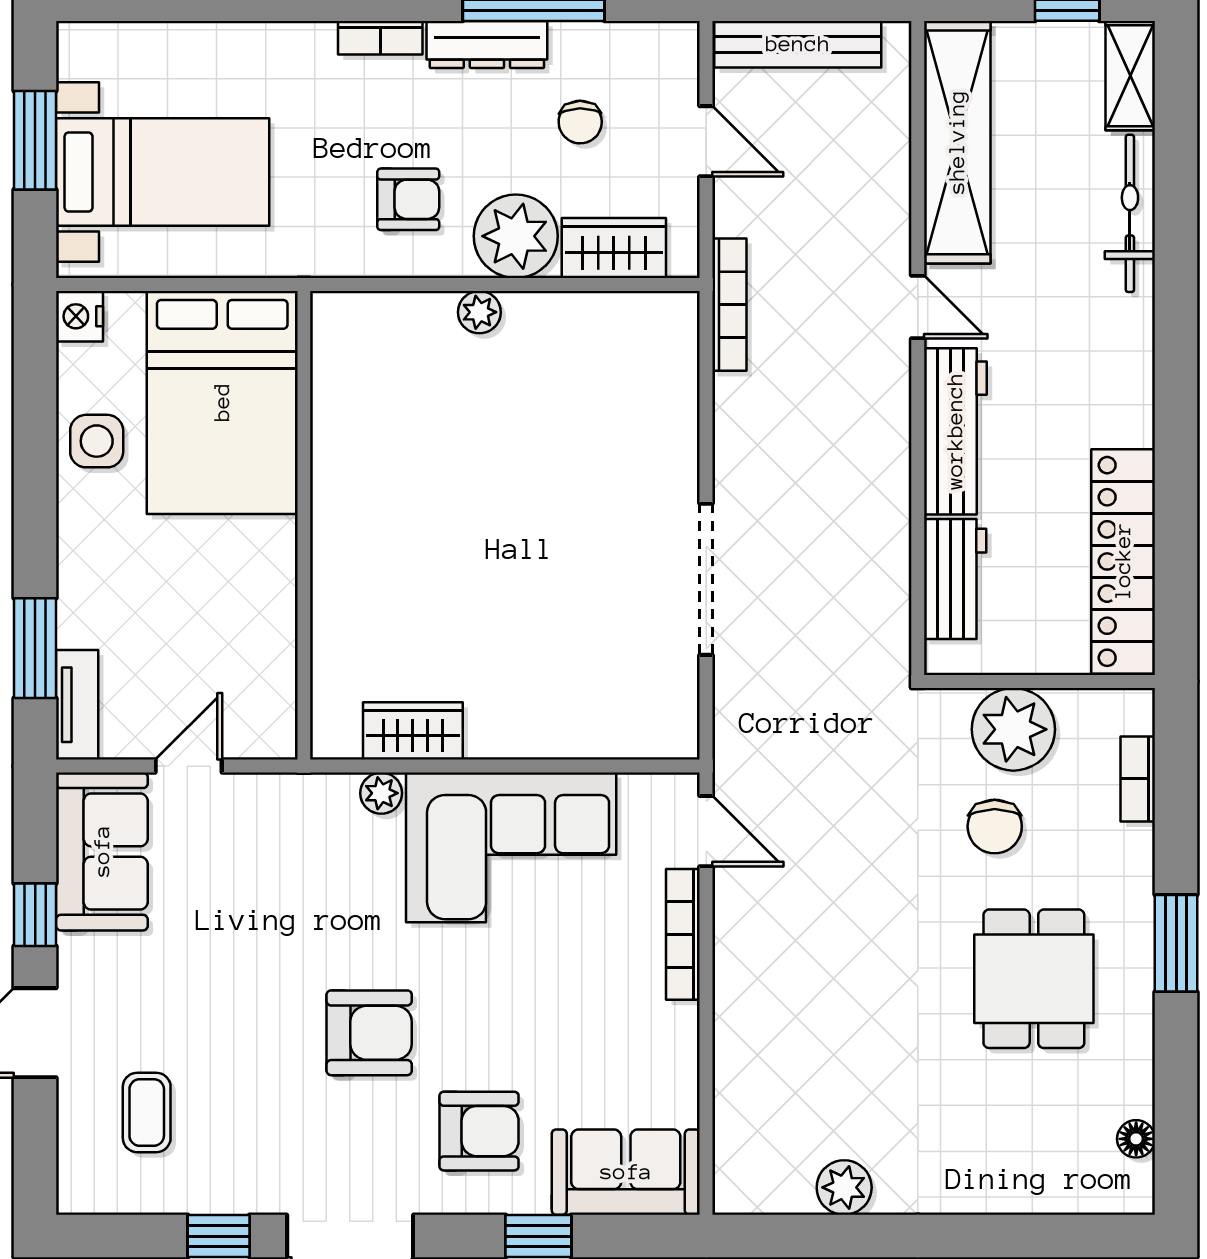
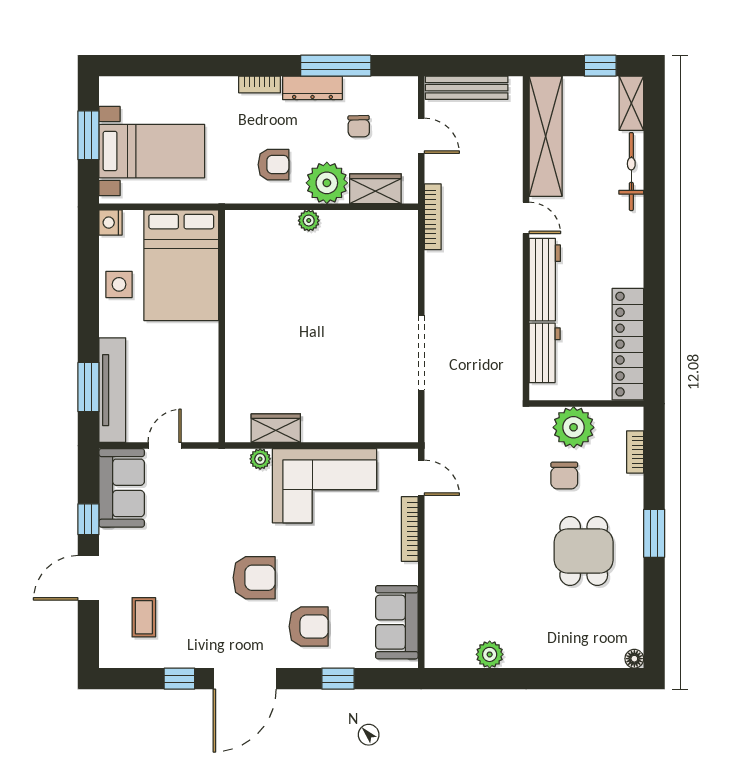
tv unit: (77, 705) -> (112, 390), width x1.92, depth x1.29
floor lamp: (1136, 1139) -> (634, 659), moved
sofa: (626, 1172) -> (397, 622), moved, turned -90

